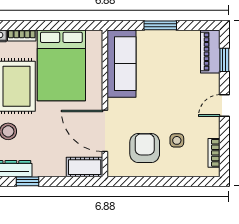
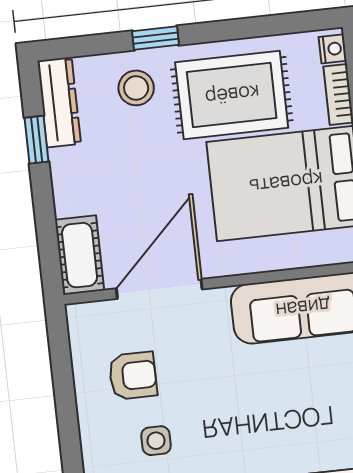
armchair: (145, 148) -> (133, 376), width x0.72, depth x0.72

